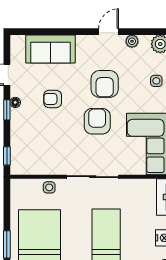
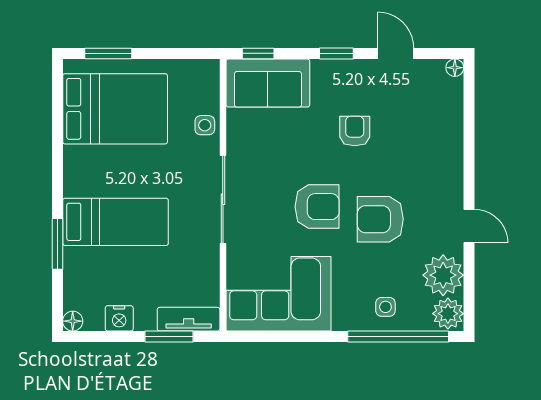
plant: (132, 41) -> (443, 275), width x1.87, depth x1.87
sofa: (51, 49) -> (268, 83), moved, turned -90
floor lamp: (15, 102) -> (455, 68), moved

